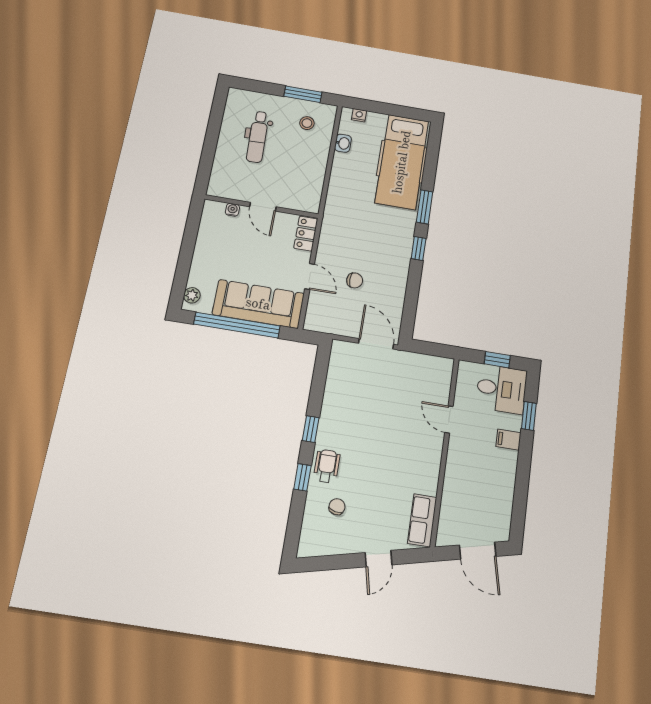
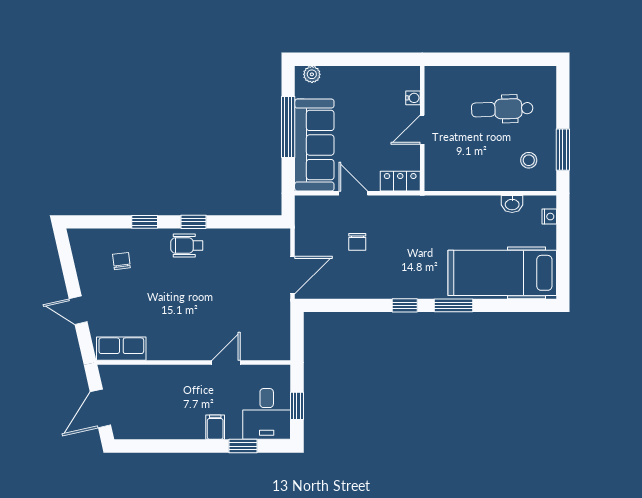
door: (310, 276) -> (353, 193), swing flipped
window: (237, 325) -> (288, 127), width x0.68
wheelchair: (327, 466) -> (187, 246), moved, turned 180
chair: (337, 507) -> (121, 261), turned -109

